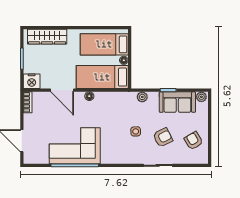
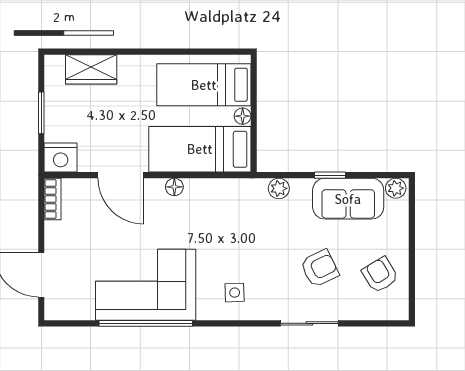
wardrobe: (47, 37) -> (91, 69), width x0.67
side table: (136, 131) -> (235, 293), moved

